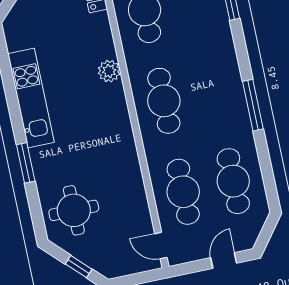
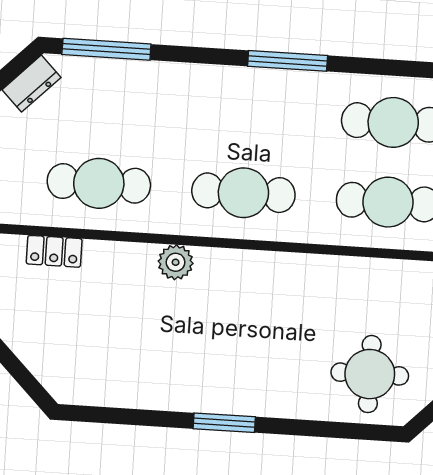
kitchen unit: (31, 98) -> (183, 391), removed
window: (26, 163) -> (224, 423), moved

